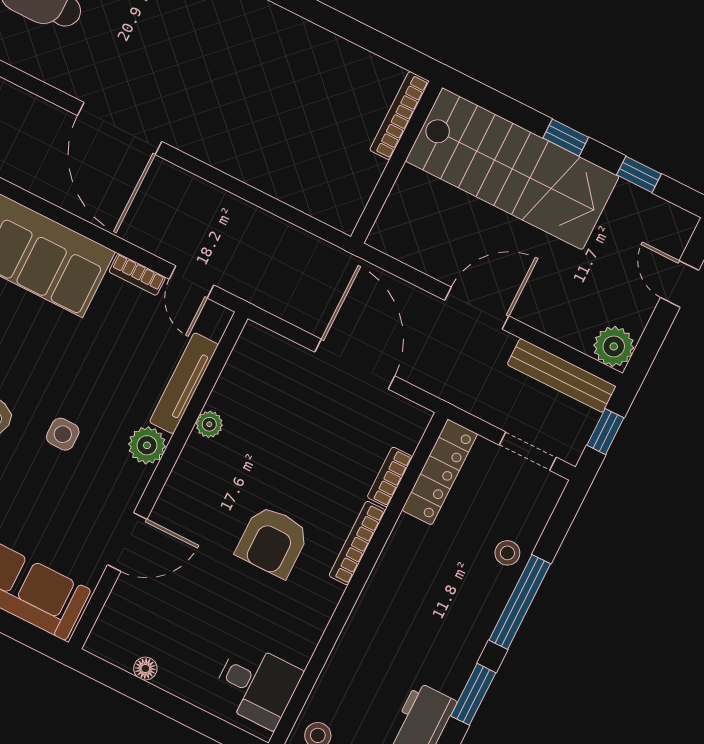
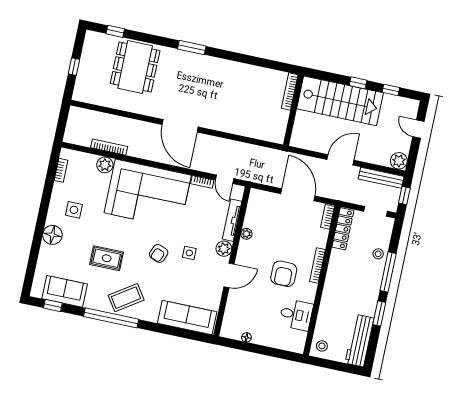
bookcase: (390, 477) -> (328, 217), moved
door: (127, 542) -> (229, 275), moved
desk: (257, 685) -> (296, 315), moved

